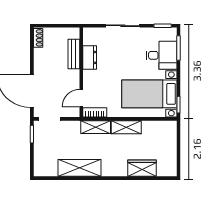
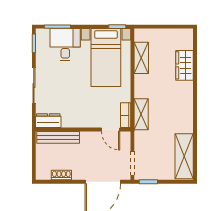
shoe rack: (38, 38) -> (61, 175), moved
bench: (74, 54) -> (58, 137), width x1.36
dresser: (90, 57) -> (48, 121), moved
shelving: (126, 127) -> (141, 58), moved
shelving: (79, 168) -> (184, 156), moved

